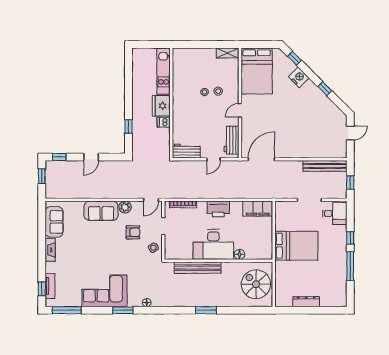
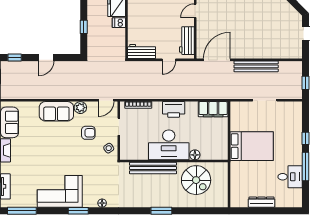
bench: (325, 166) -> (256, 66), moved
desk: (335, 213) -> (290, 177), moved
spiral stairs: (256, 284) -> (196, 180), moved, turned 180

